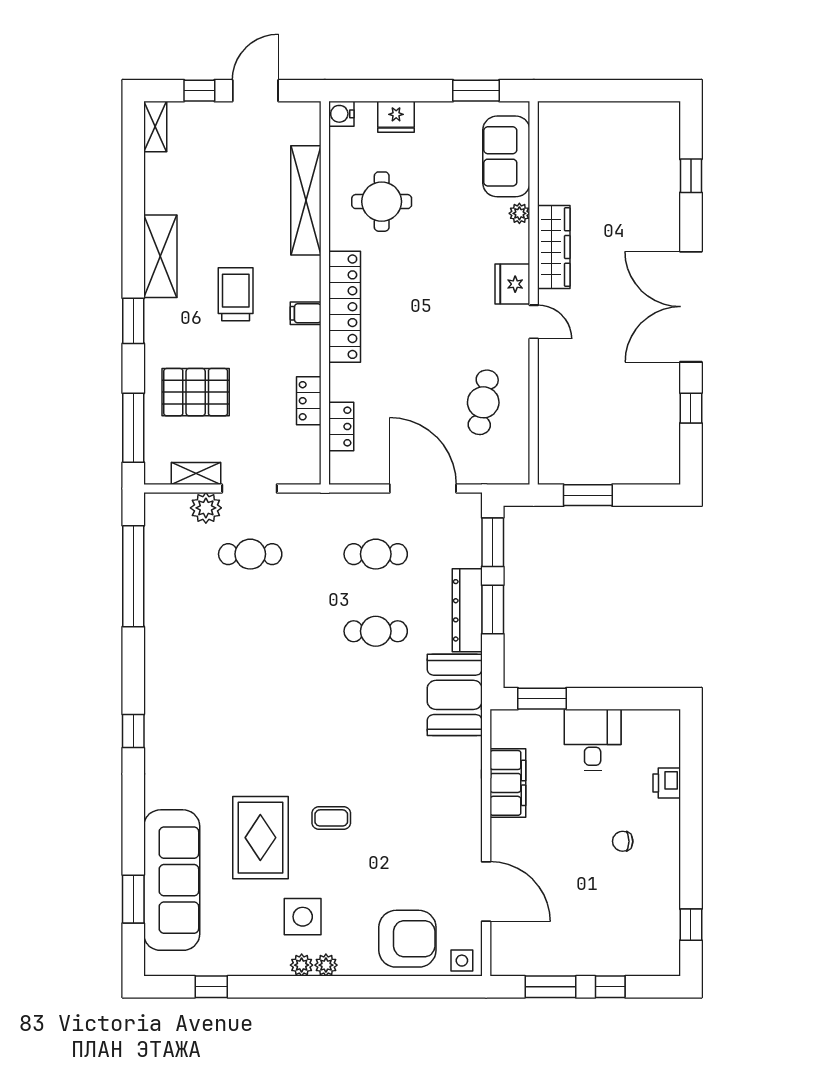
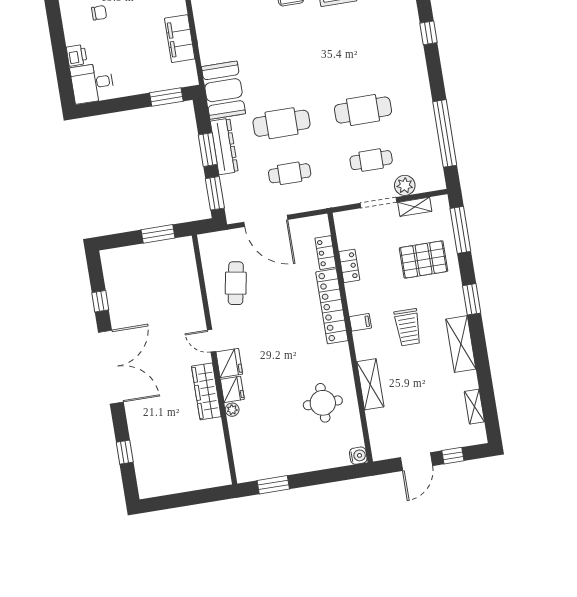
fridge: (396, 117) -> (232, 389), moved, turned 90
shelving: (155, 127) -> (474, 407), moved
sofa: (506, 156) -> (247, 445), removed
shelving: (306, 200) -> (370, 384), width x0.68
locker: (345, 307) -> (332, 306), moved
cafe table: (250, 631) -> (363, 110), added
cafe table: (376, 631) -> (281, 123), width x1.37, depth x1.35
desk: (593, 740) -> (92, 83), moved, turned 90

